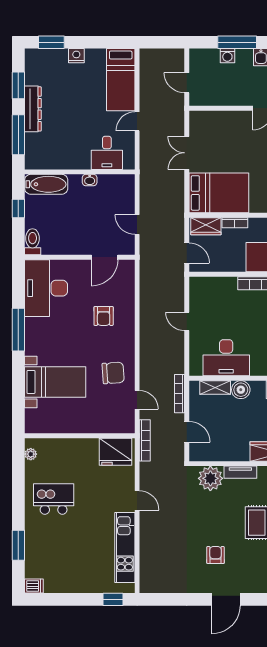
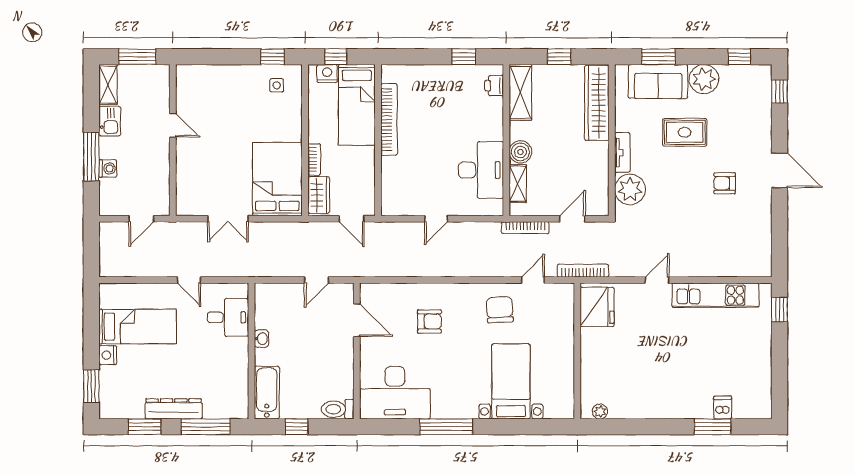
bed: (121, 80) -> (138, 327), moved
door: (187, 253) -> (352, 219), swing flipped
kitchen island: (54, 499) -> (655, 383), removed
dishwasher: (34, 586) -> (723, 408), moved

